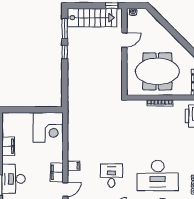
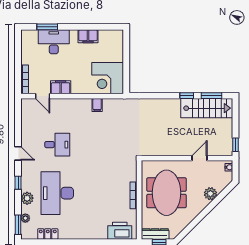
stairs: (92, 18) -> (207, 108), moved, turned -90
plant: (158, 30) -> (210, 194), added
door: (124, 40) -> (199, 158), swing flipped
filing cabinet: (74, 166) -> (97, 105), moved

